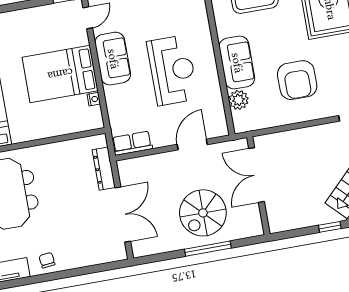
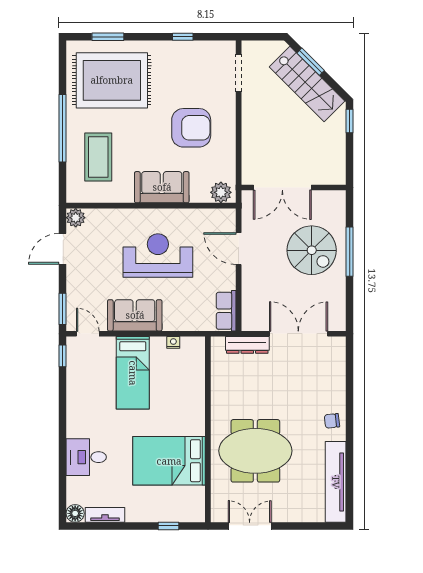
bed: (60, 74) -> (133, 373), width x0.67
plant: (238, 100) -> (221, 192), moved

